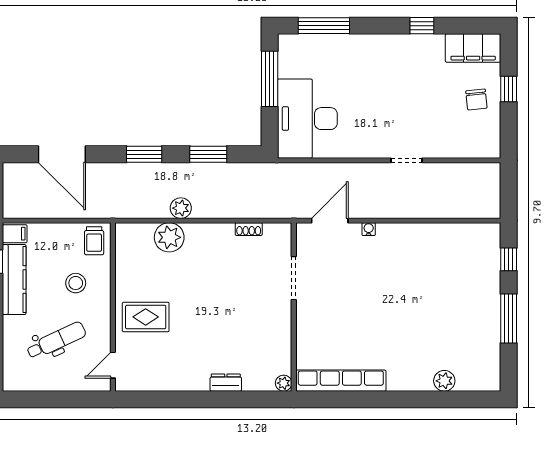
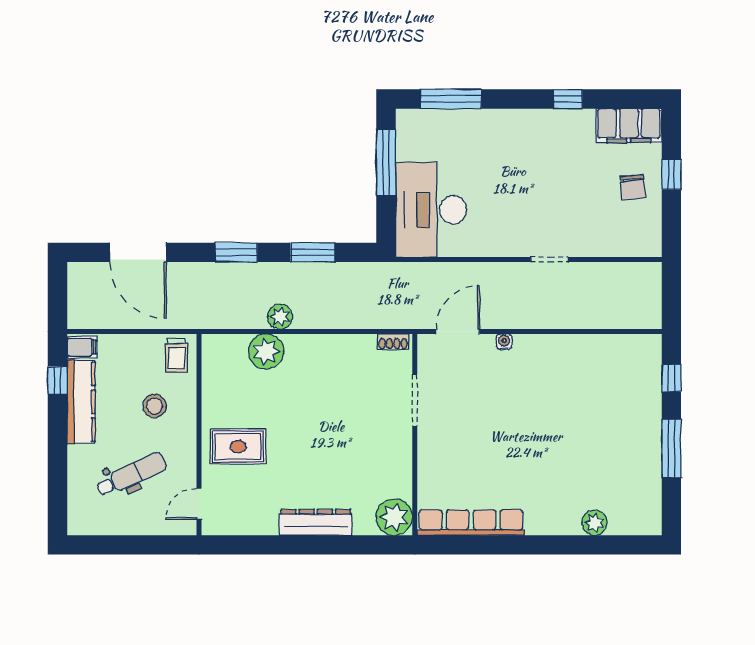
shoe rack: (249, 229) -> (393, 342), moved
dresser: (226, 383) -> (316, 522), width x1.96, depth x1.24
plant: (284, 383) -> (394, 517), width x1.87, depth x1.87

